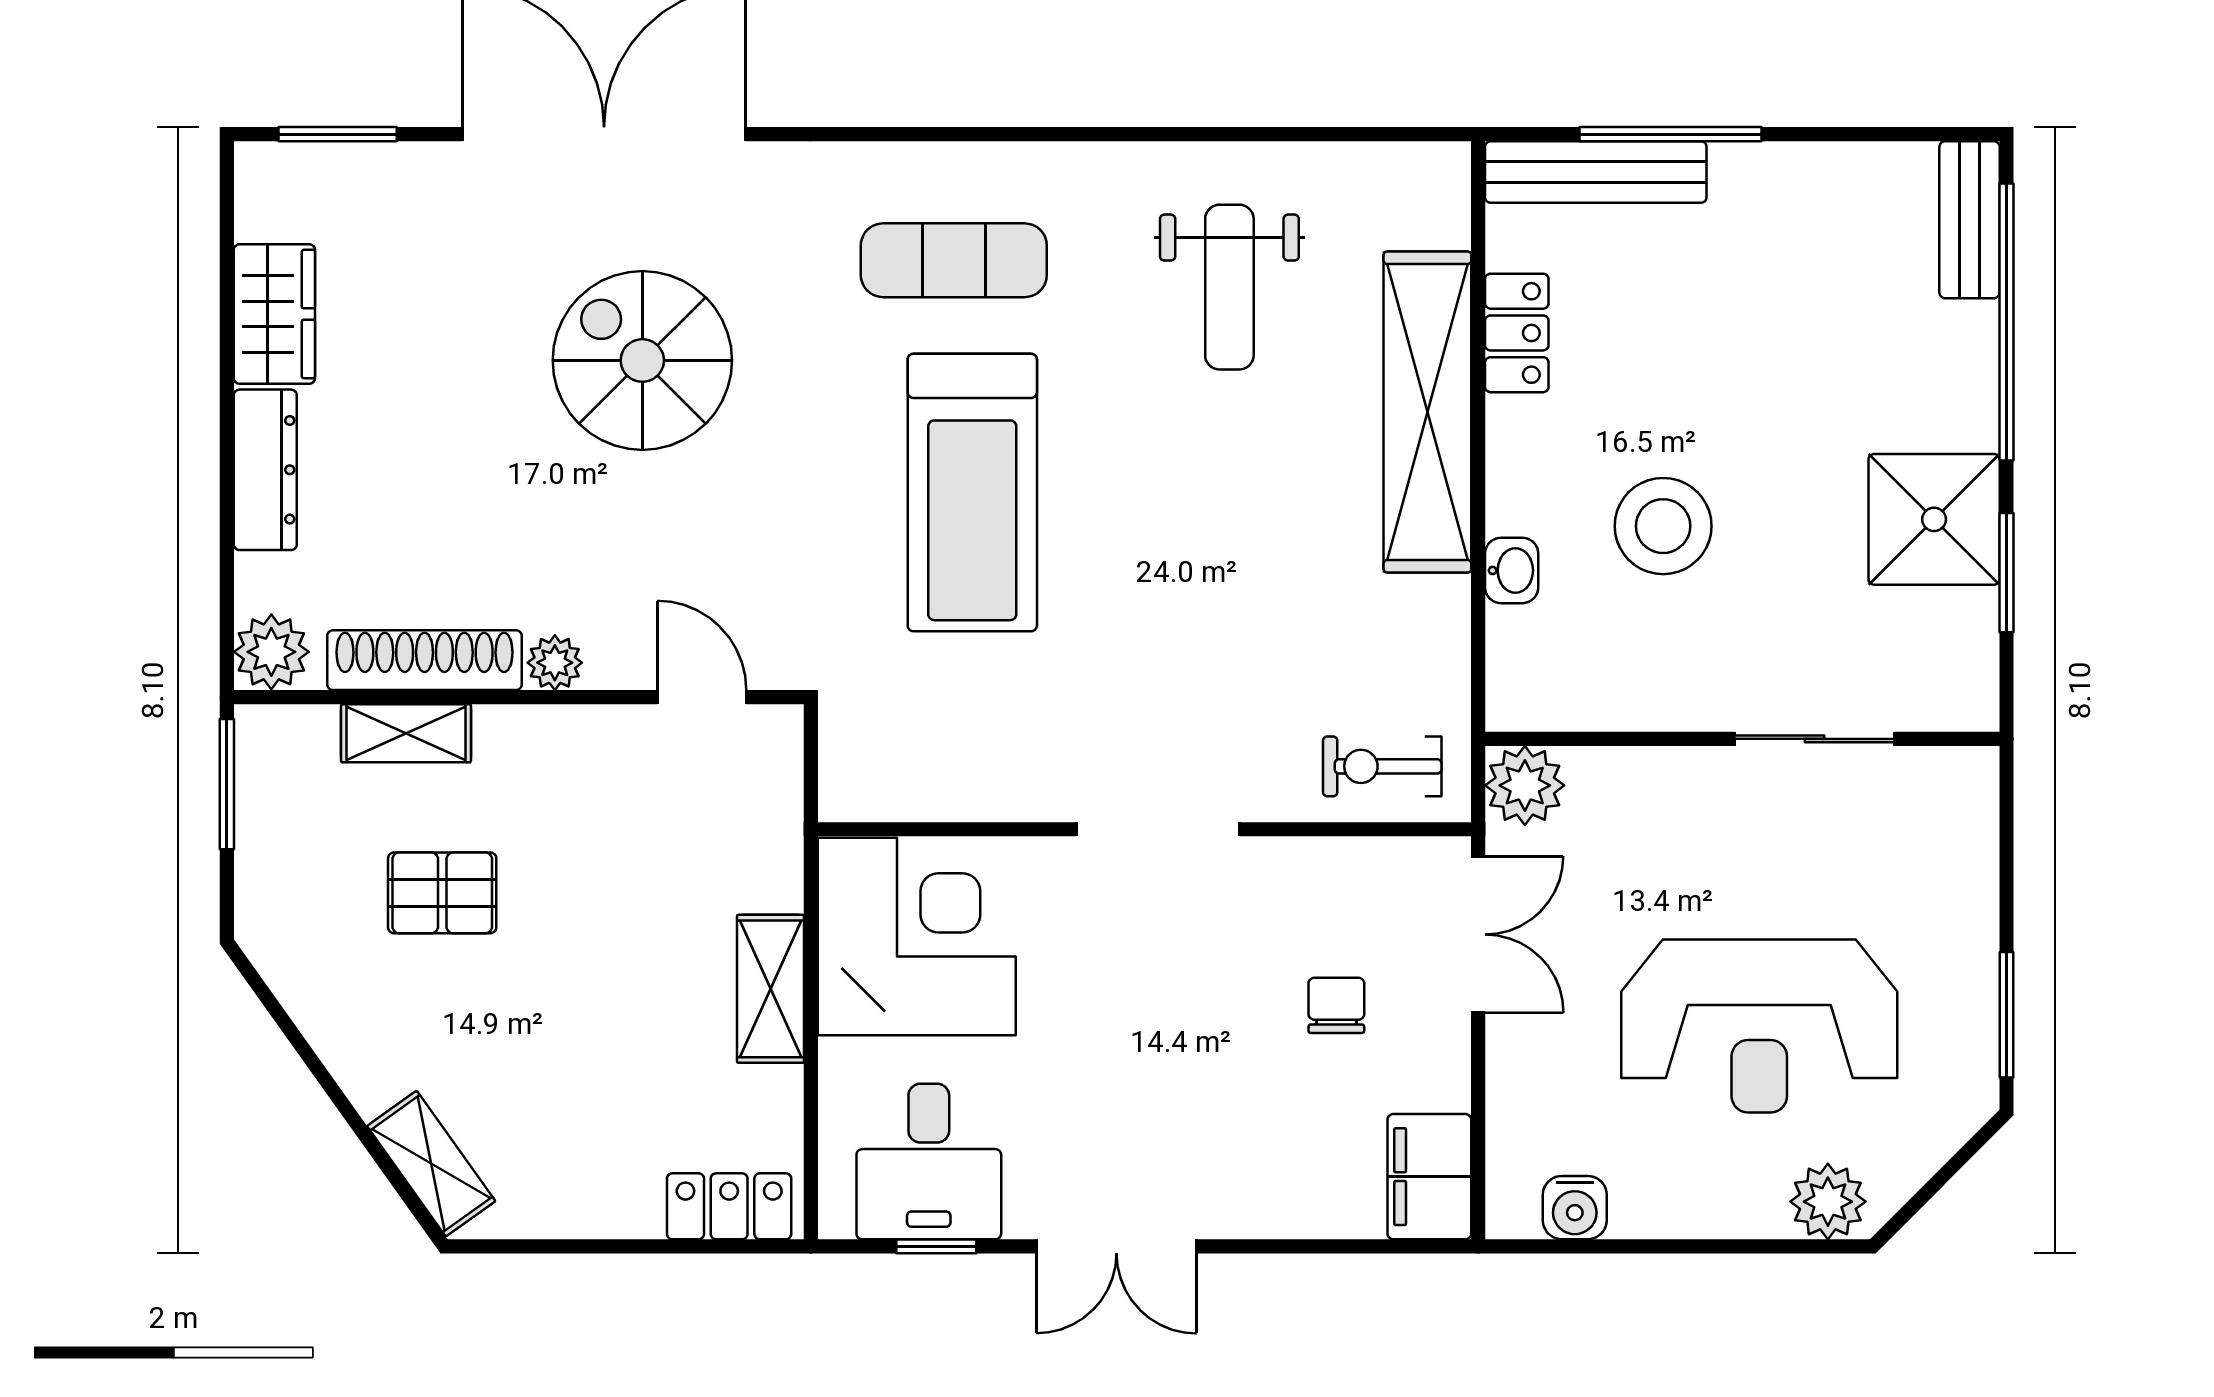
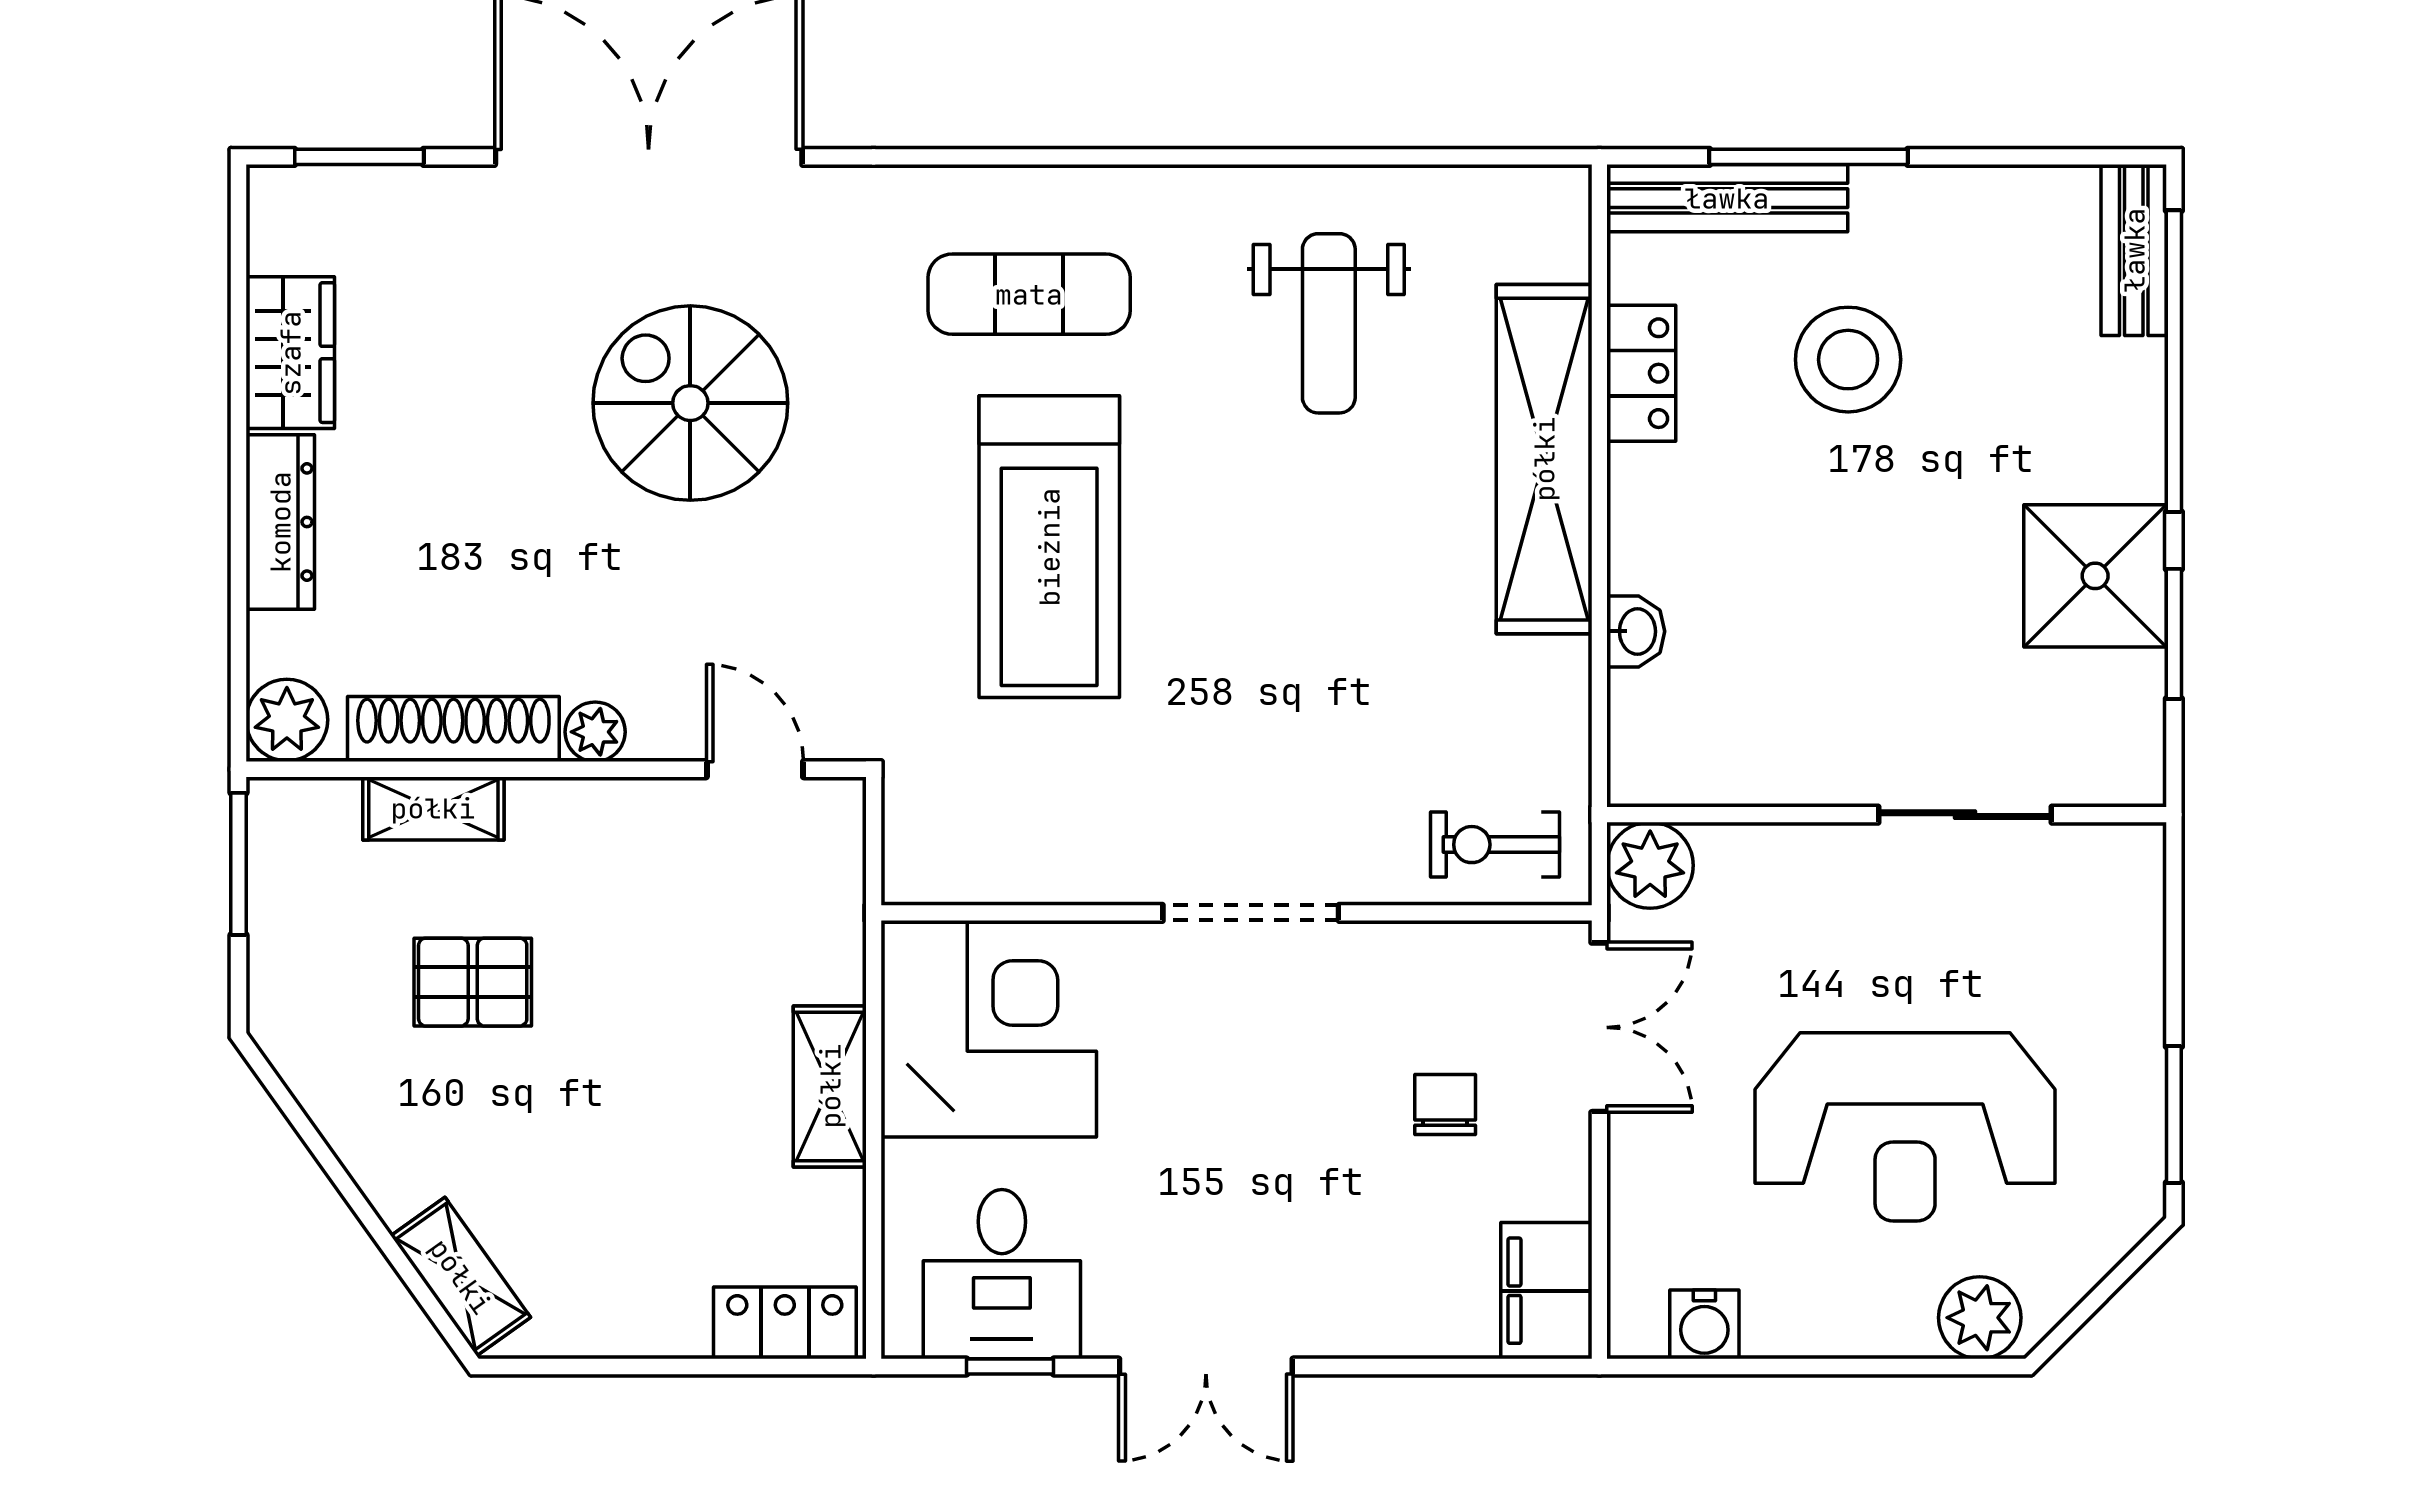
stool: (1663, 526) -> (1848, 360), moved

